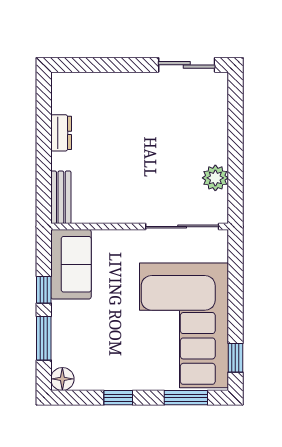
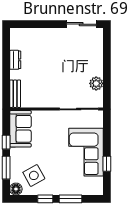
corner sofa: (184, 325) -> (86, 152), width x0.73, depth x0.74
side table: (96, 353) -> (34, 175), added
window: (235, 358) -> (107, 164), moved
window: (186, 398) -> (71, 199), moved

